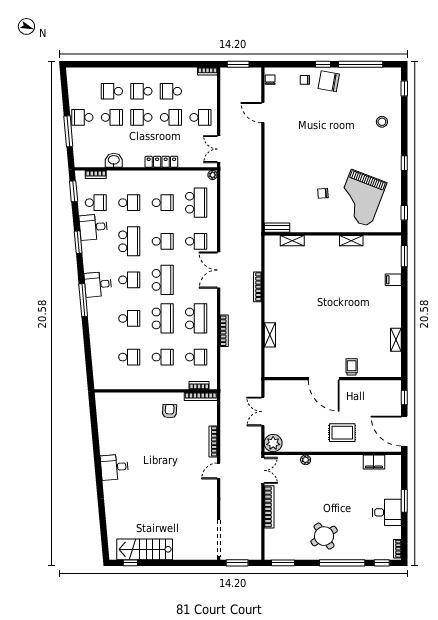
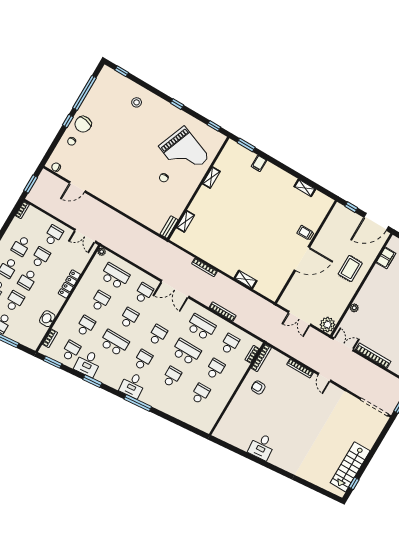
school desk: (163, 280) -> (158, 335), width x0.54
desk: (114, 467) -> (262, 446), moved

